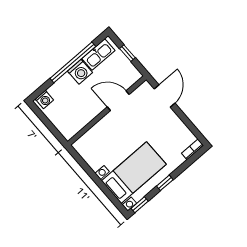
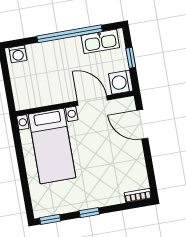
washing machine: (80, 72) -> (121, 82), moved, turned 90
door: (165, 96) -> (142, 124), swing flipped
bed with nightstands: (134, 173) -> (52, 146), moved, turned 90

